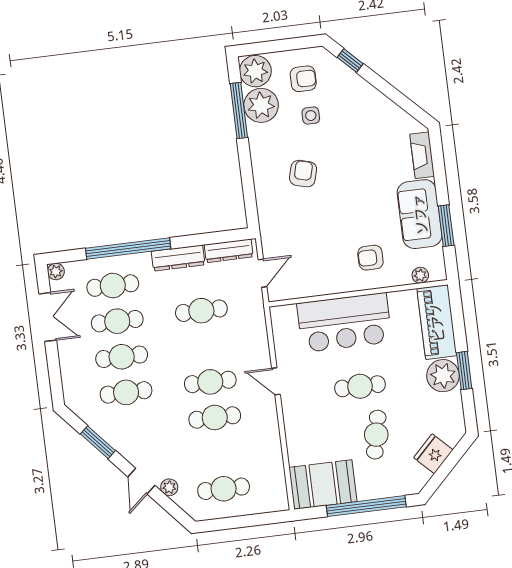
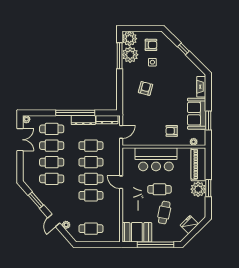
window: (350, 61) -> (183, 49), moved
window: (128, 249) -> (75, 113), moved
cafe table: (206, 346) -> (91, 162), added

